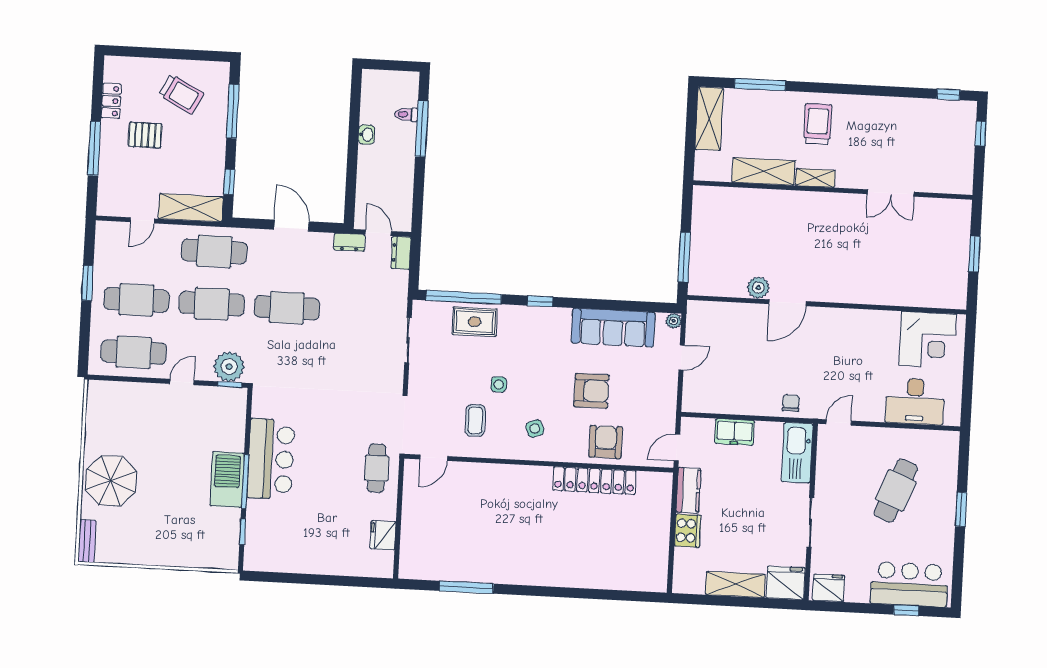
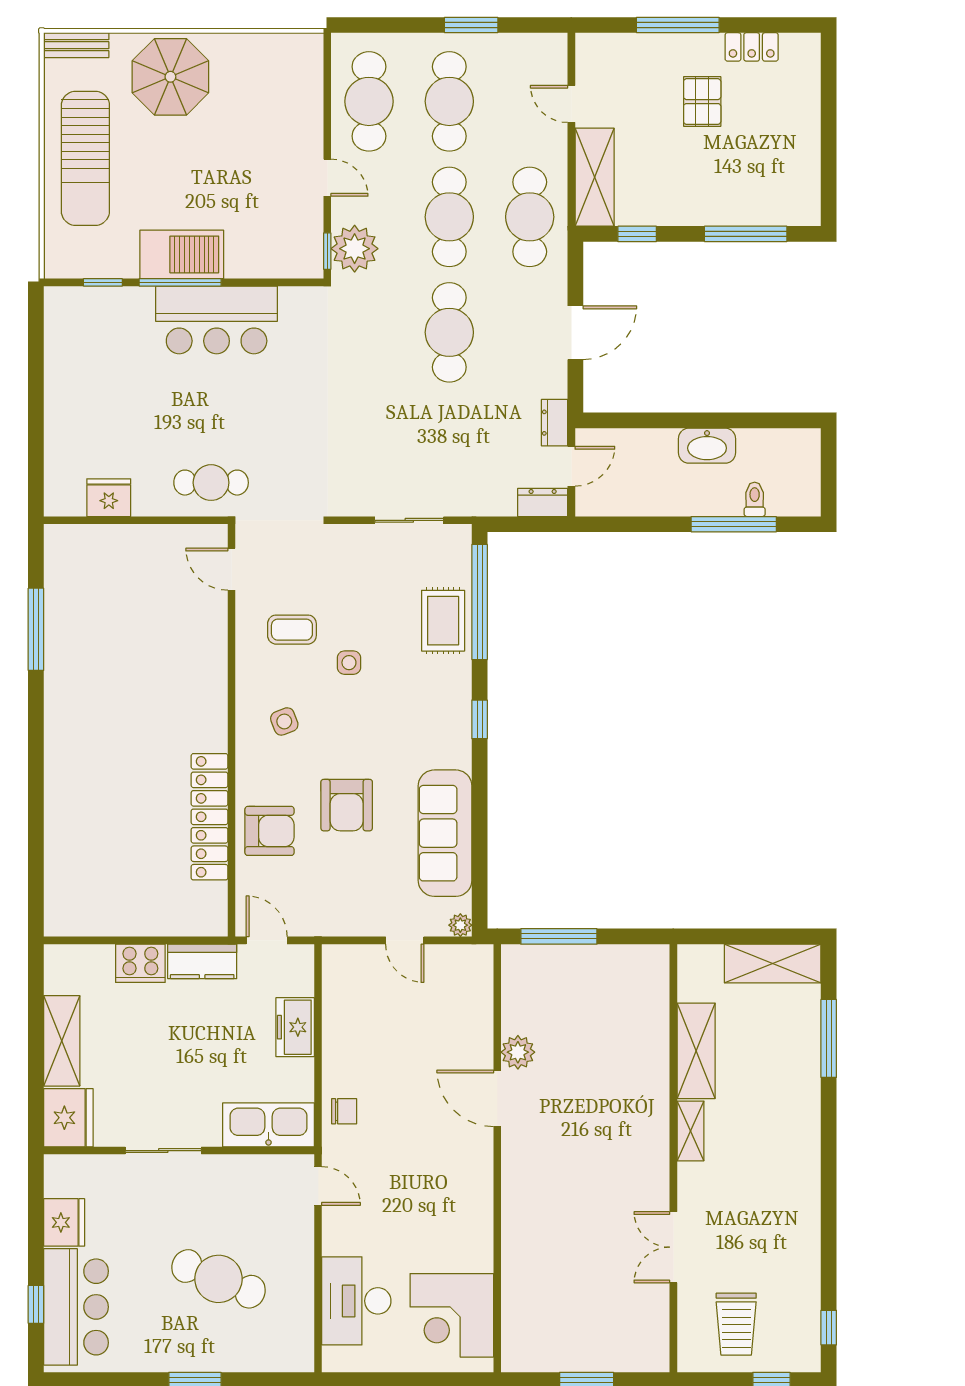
trolley: (181, 94) -> (768, 154), removed
trolley: (818, 124) -> (736, 1324), moved, turned 90
washbasin: (366, 135) -> (707, 446), width x1.91, depth x1.45
sun lounger: (161, 539) -> (85, 158), added
fridge: (829, 588) -> (64, 1222), moved

